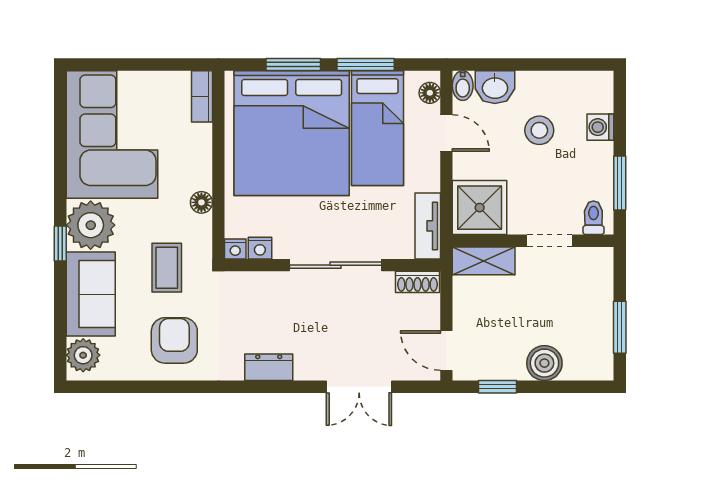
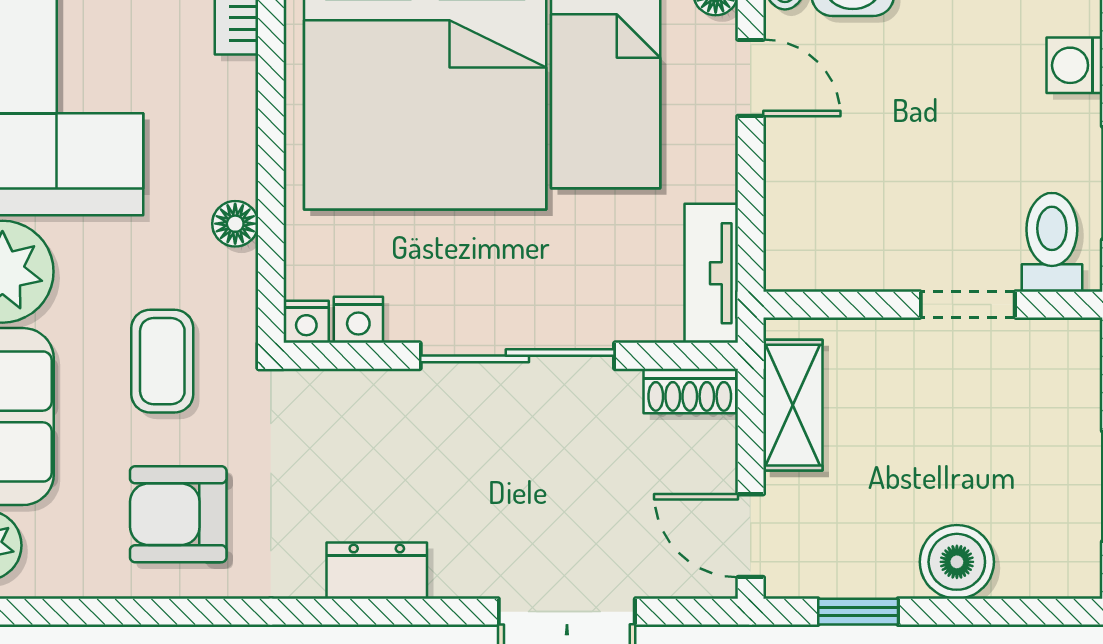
stool: (539, 130) -> (946, 72), removed
shower: (480, 208) -> (821, 235), removed
toilet: (593, 218) -> (1052, 242), width x1.37, depth x1.39
shelving: (484, 261) -> (793, 405), moved, turned 90
armchair: (174, 340) -> (178, 514), turned -90

